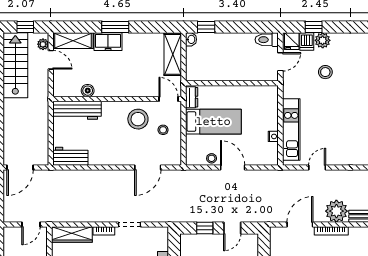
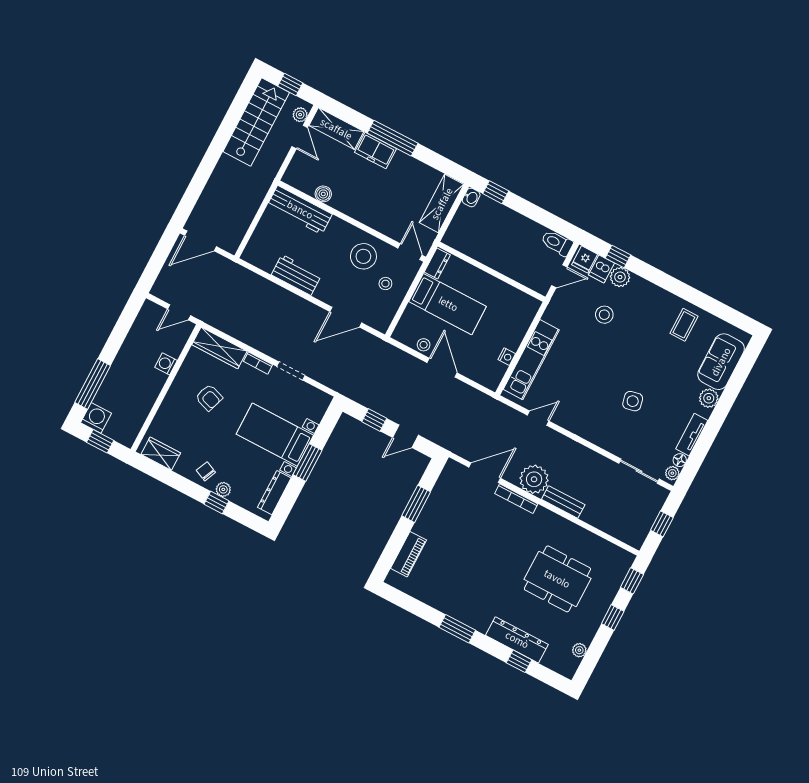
window: (115, 27) -> (393, 138), width x1.44
workbench: (70, 156) -> (296, 275), moved

